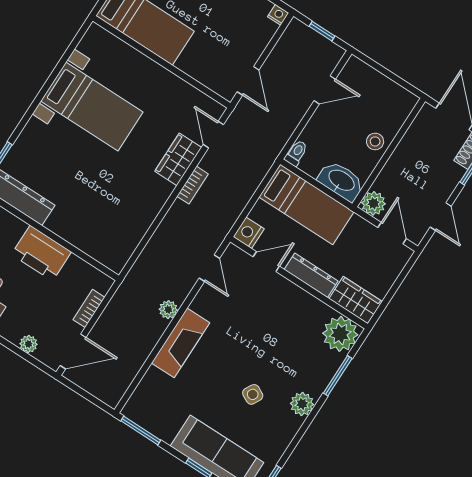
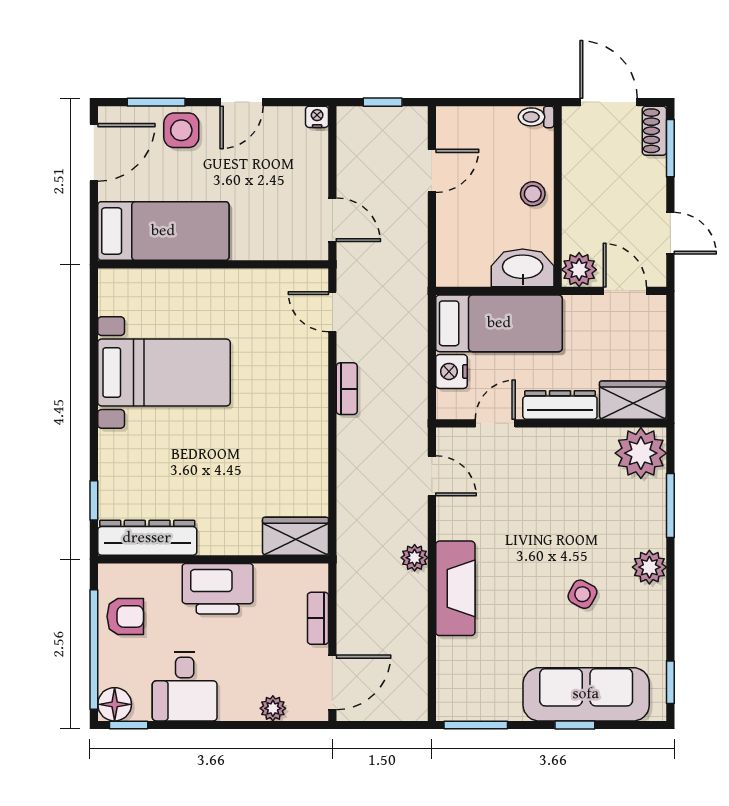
toilet: (296, 153) -> (536, 117), moved, turned -90
wardrobe: (178, 159) -> (296, 536), moved, turned 90
nightstand: (249, 233) -> (451, 371), moved

